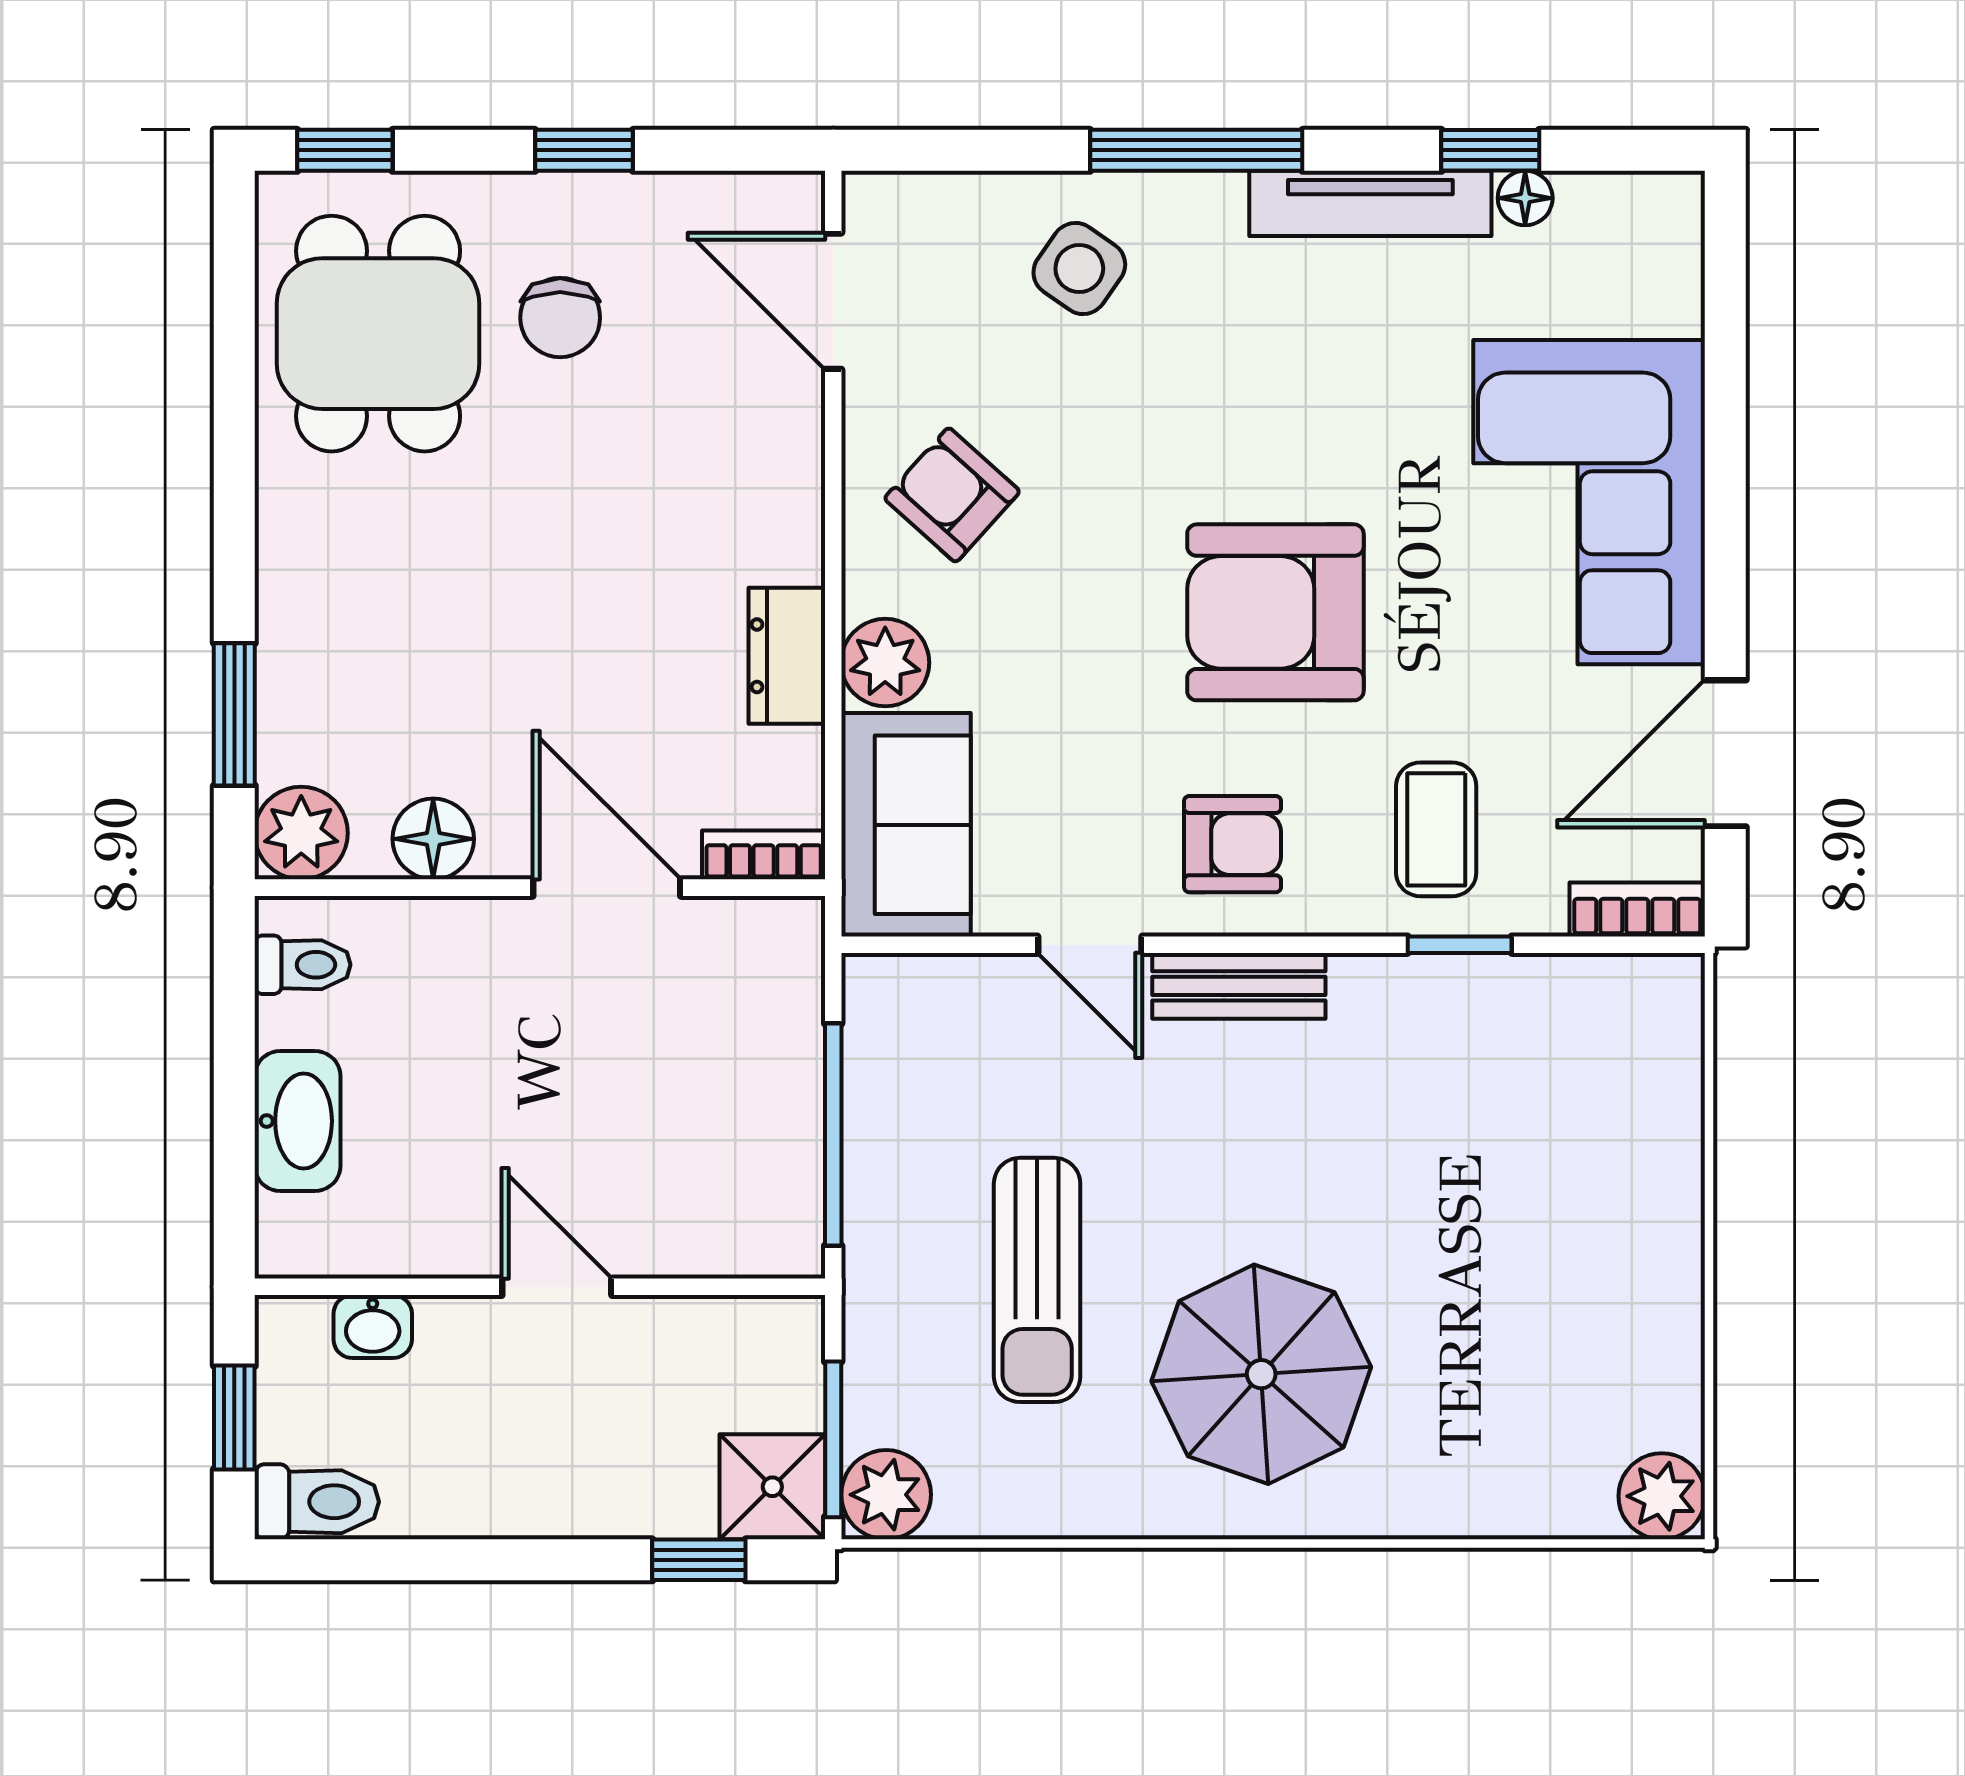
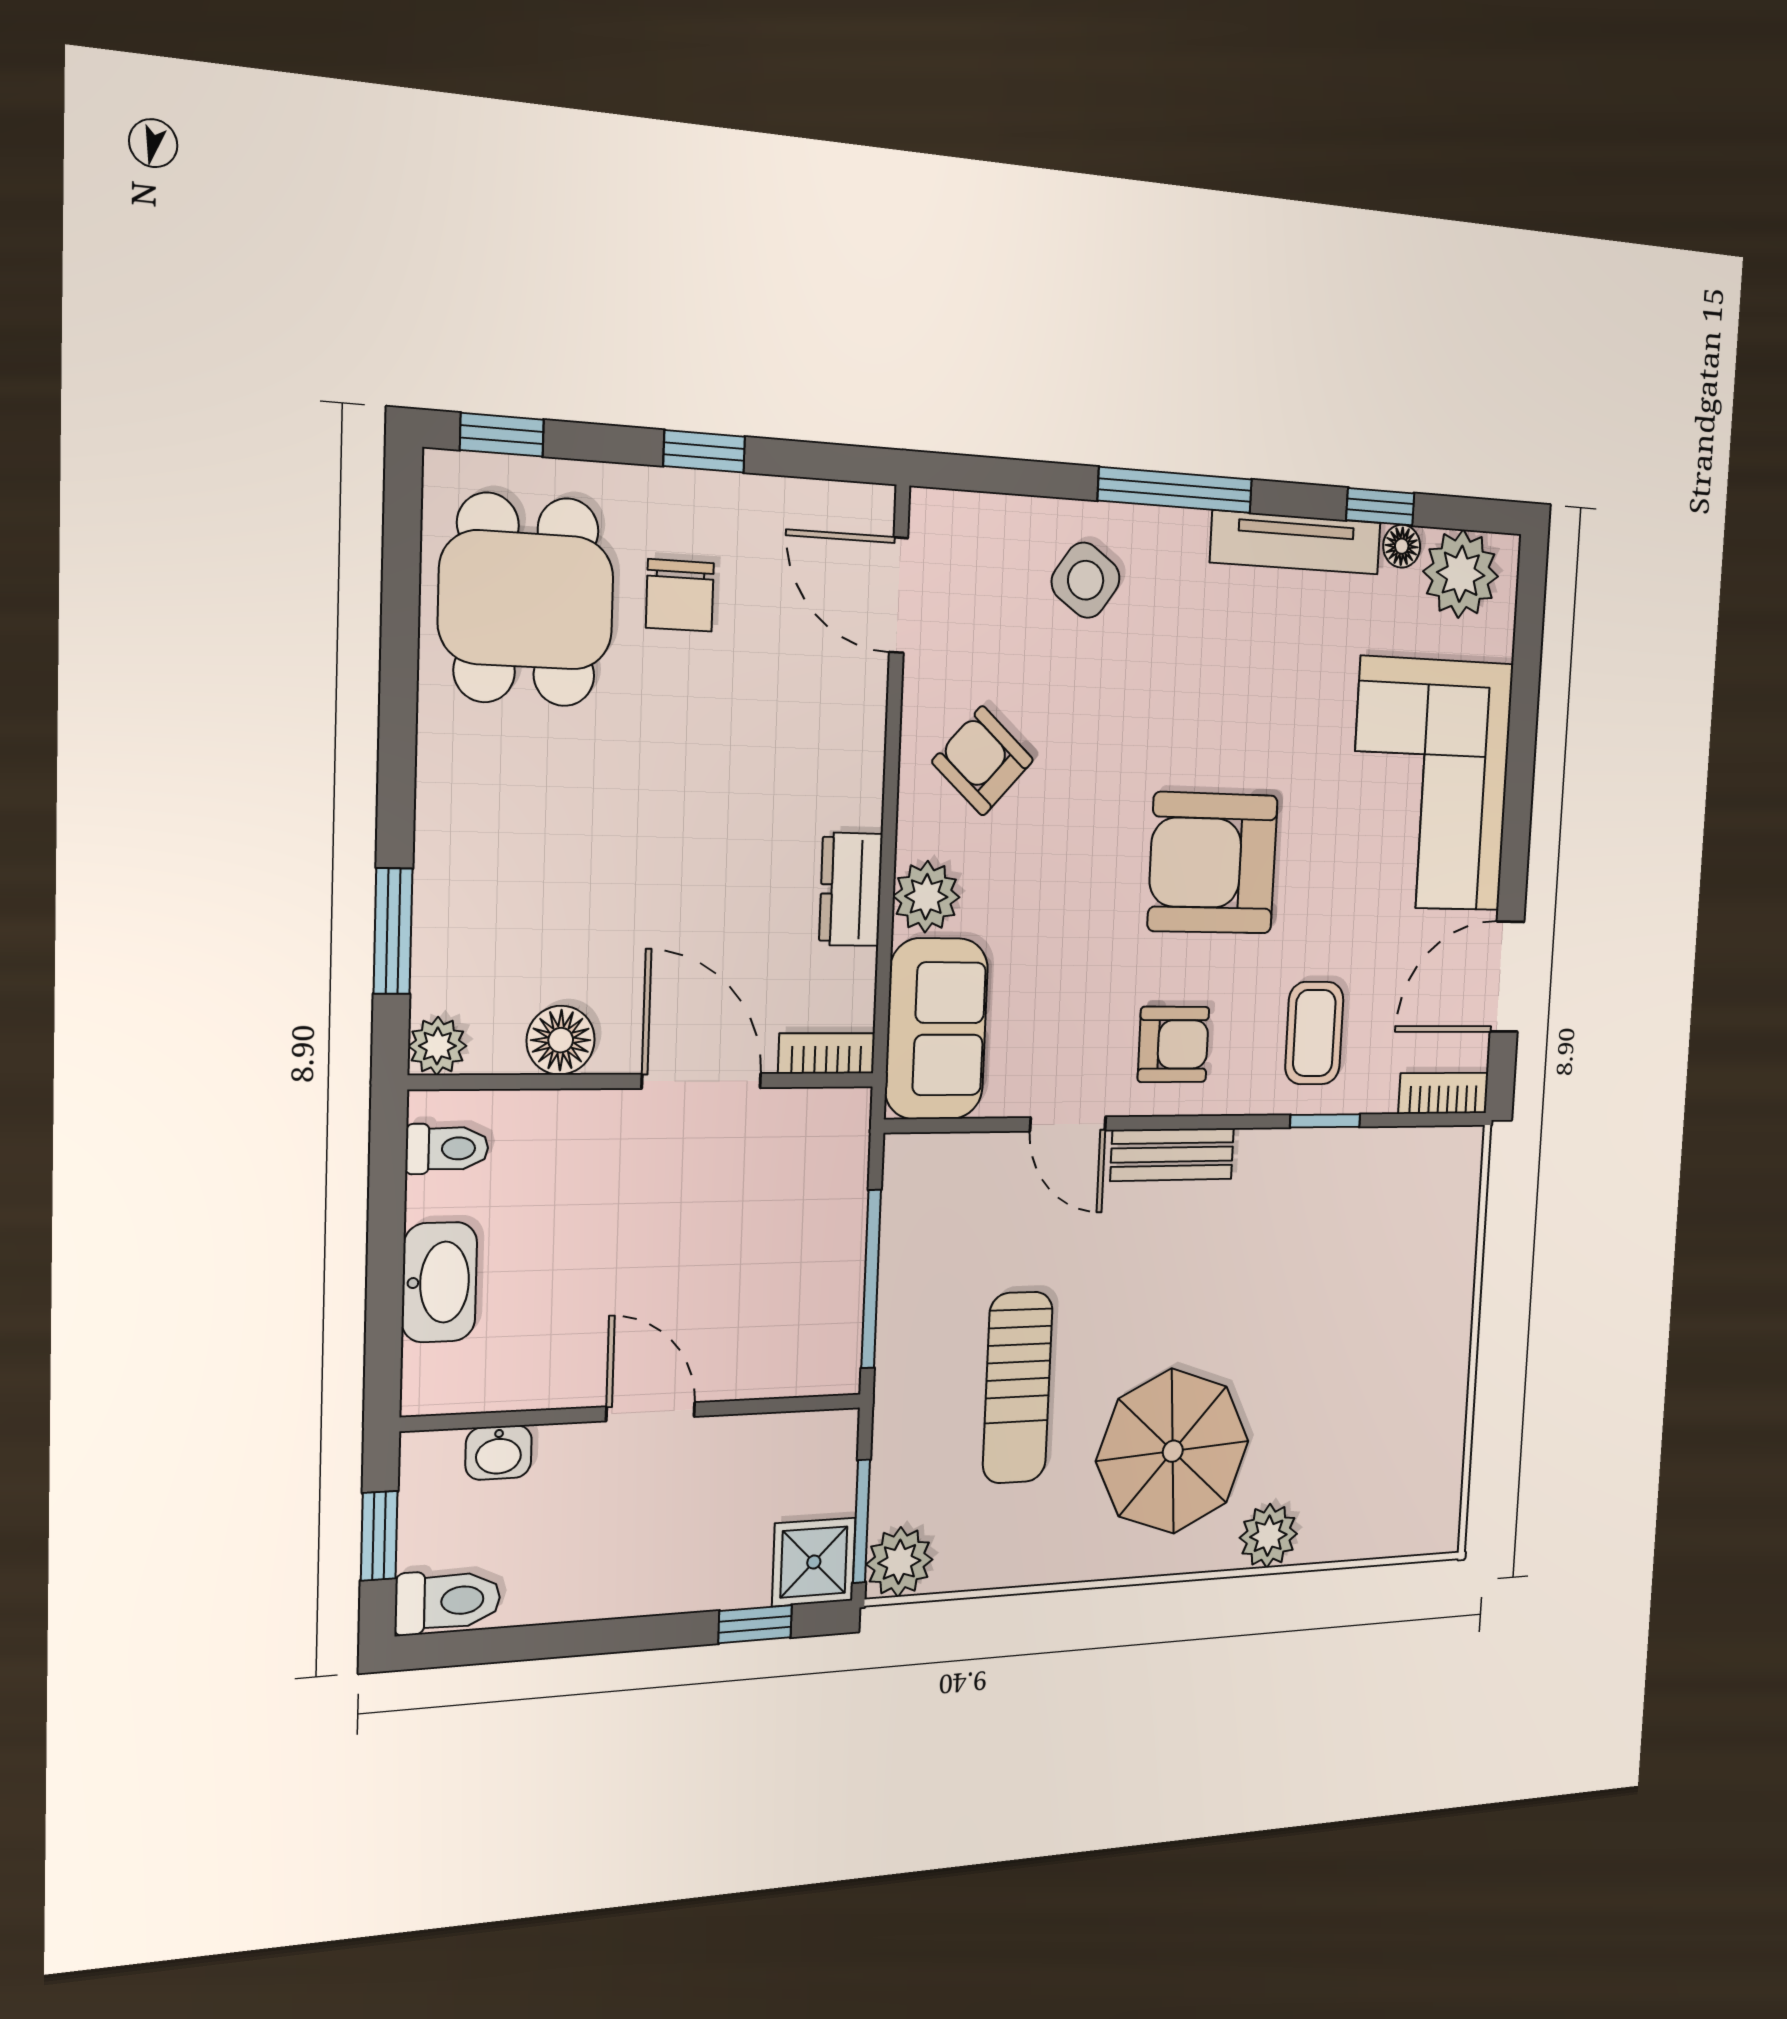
plant: (1616, 228) -> (1461, 574), added
plant: (301, 833) -> (437, 1046), width x0.73, depth x0.73
plant: (1662, 1496) -> (1268, 1536), moved

